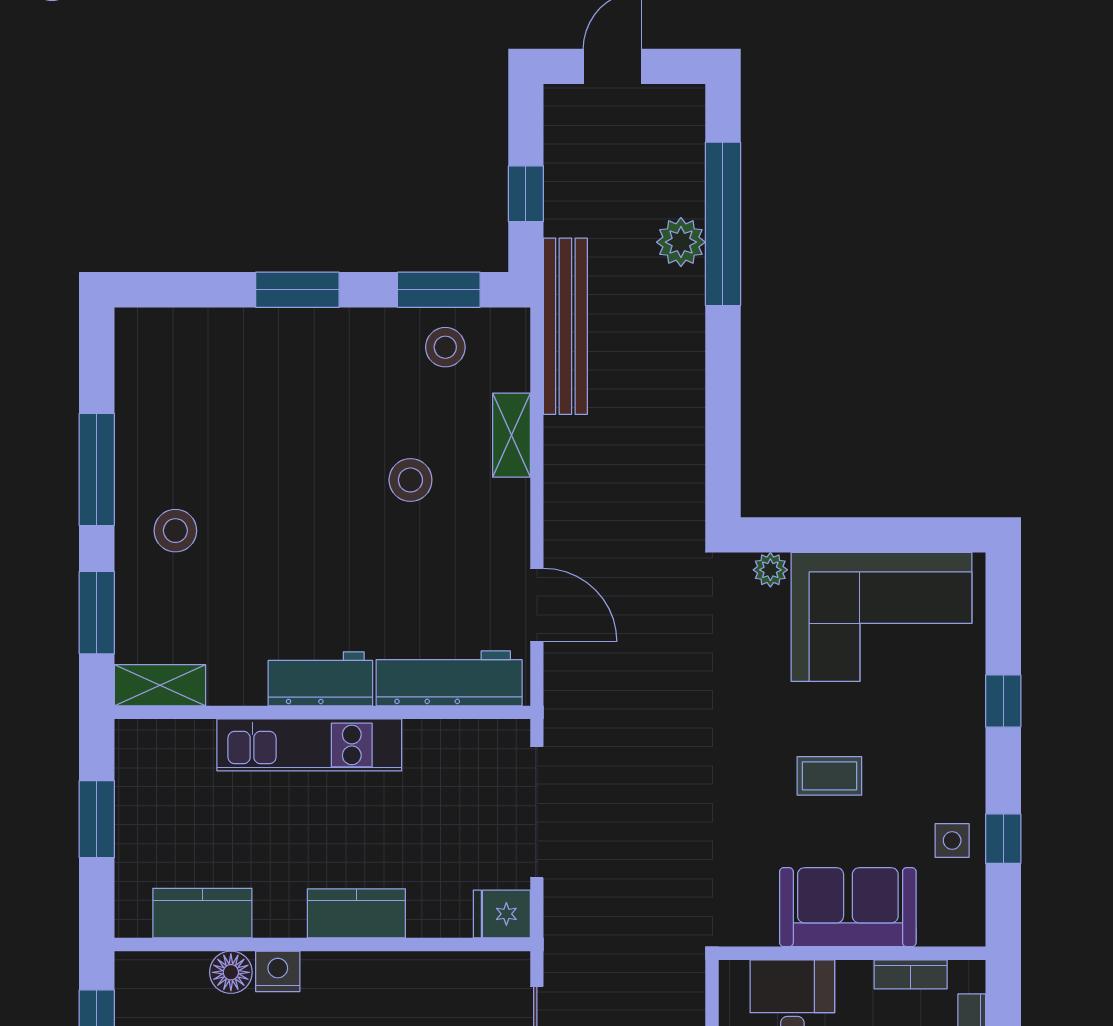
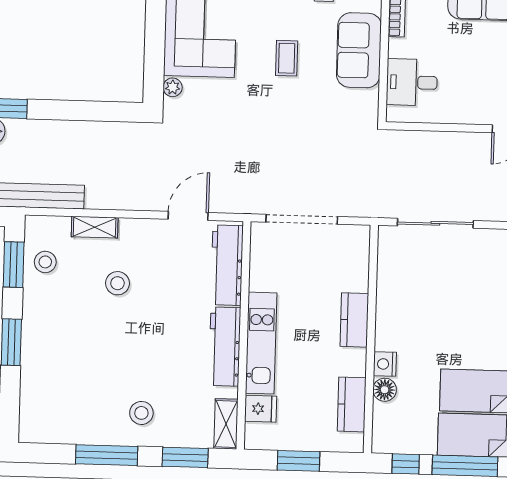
workbench: (320, 679) -> (225, 347), width x1.38
fridge: (502, 914) -> (261, 409), moved, turned -90

